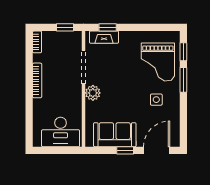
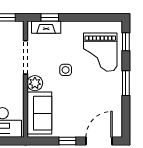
window: (183, 80) -> (126, 83), moved
side table: (156, 100) -> (66, 70), moved
sofa: (115, 135) -> (39, 113), moved, turned 90

